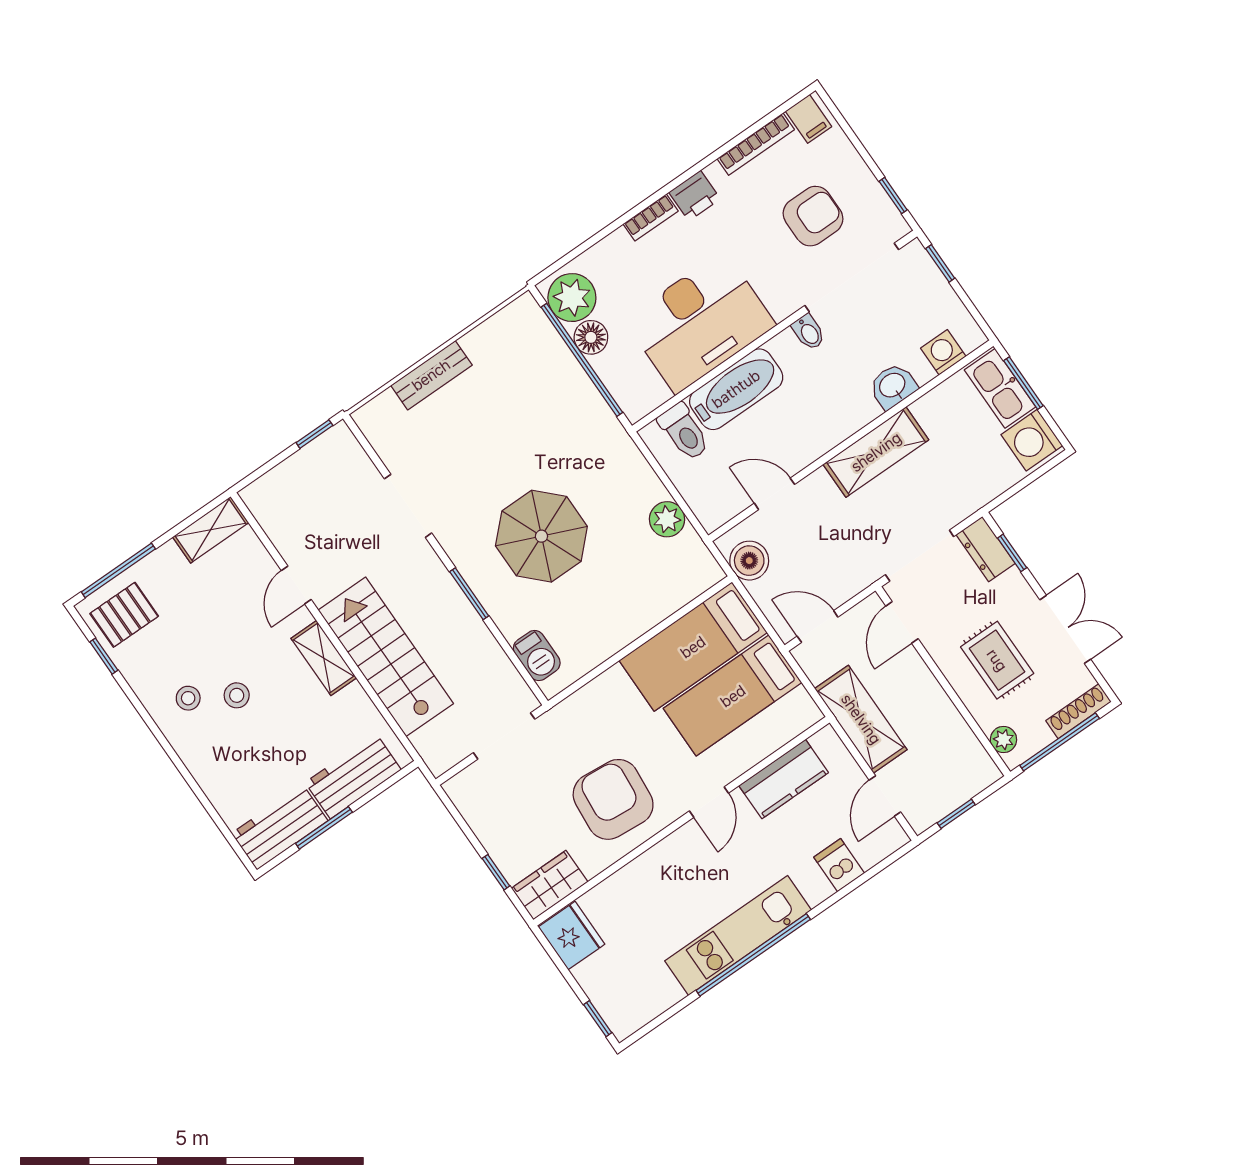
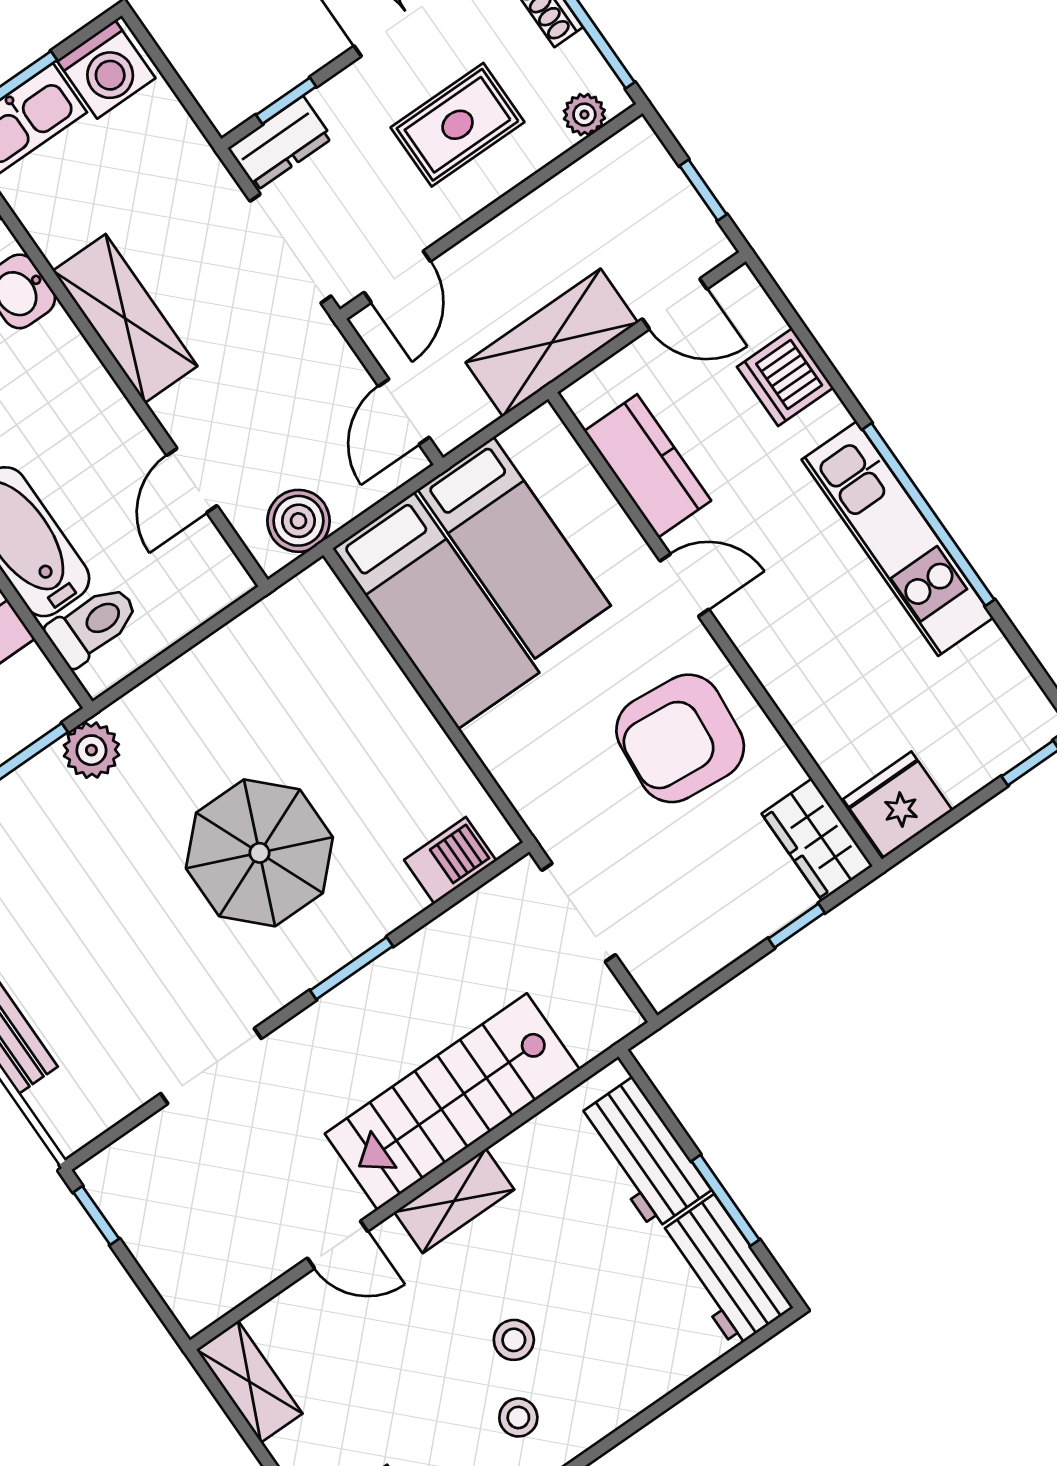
plant: (667, 519) -> (91, 750), moved
door: (902, 622) -> (397, 277), hinge flipped
dishwasher: (839, 865) -> (785, 377), width x1.38

